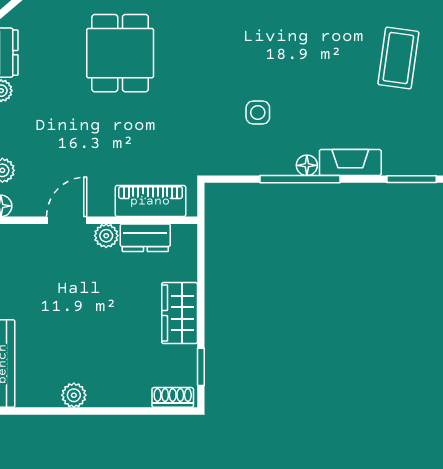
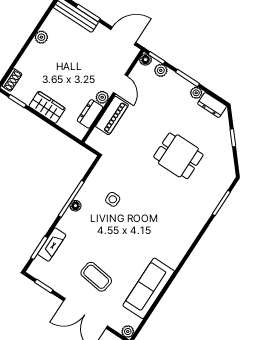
fireplace: (350, 163) -> (52, 245), moved
piano: (150, 201) -> (112, 115), moved

